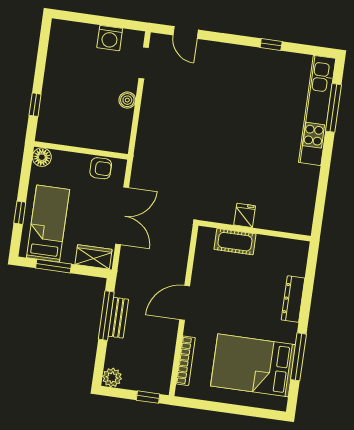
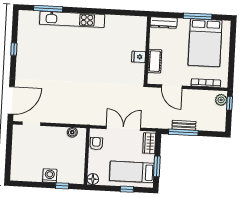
door: (186, 32) -> (11, 100), width x1.88
washing machine: (110, 38) -> (50, 176), moved, turned -90
boiler: (127, 100) -> (72, 132), moved
kitchen unit: (317, 110) -> (72, 19), moved
fridge: (245, 215) -> (139, 57), moved
wall: (255, 231) -> (147, 50), moved
cot: (235, 242) -> (155, 61), moved
plant: (112, 378) -> (221, 100), moved

